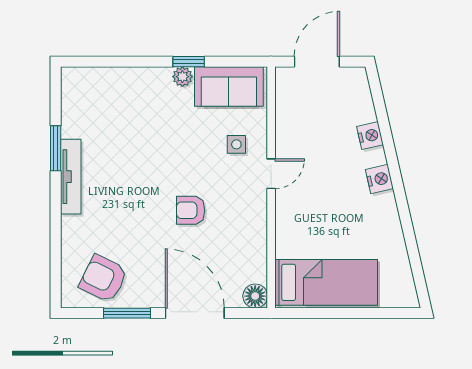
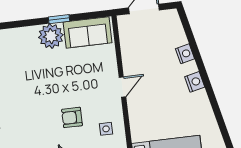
plant: (182, 77) -> (51, 36), width x1.87, depth x1.87
side table: (236, 144) -> (106, 129), moved

